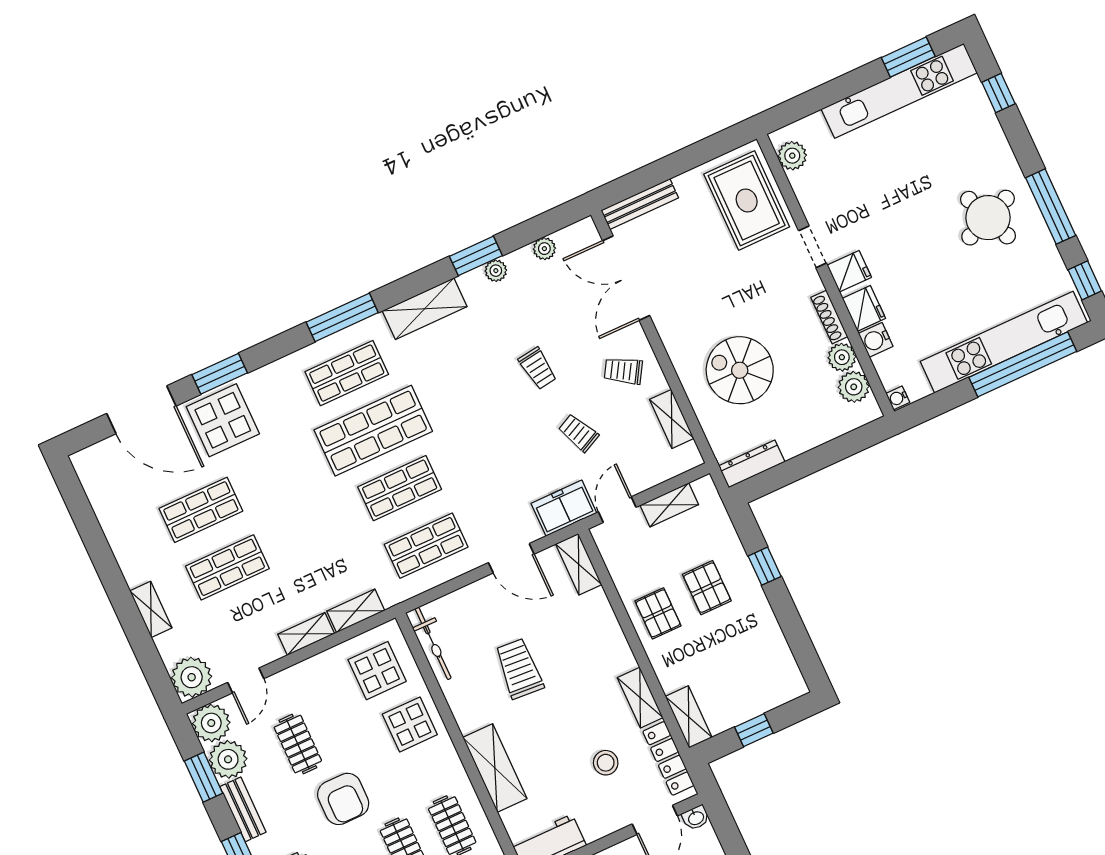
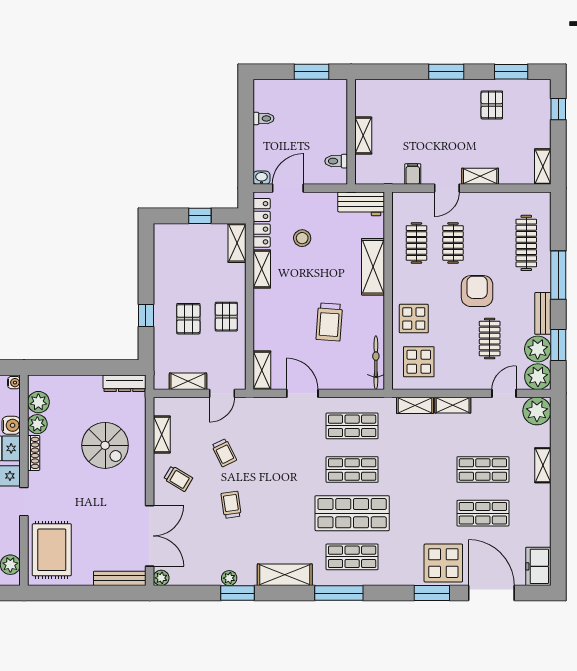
plant: (544, 249) -> (161, 578), moved
freezer: (564, 508) -> (538, 566), moved, turned 90

